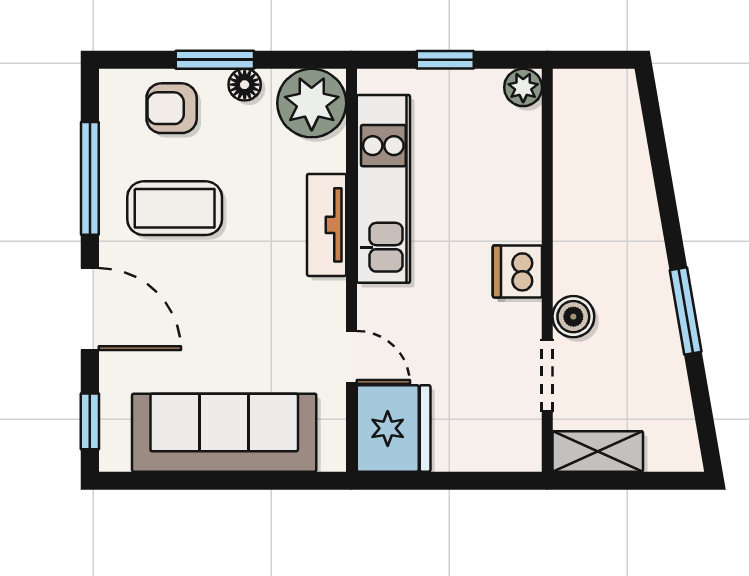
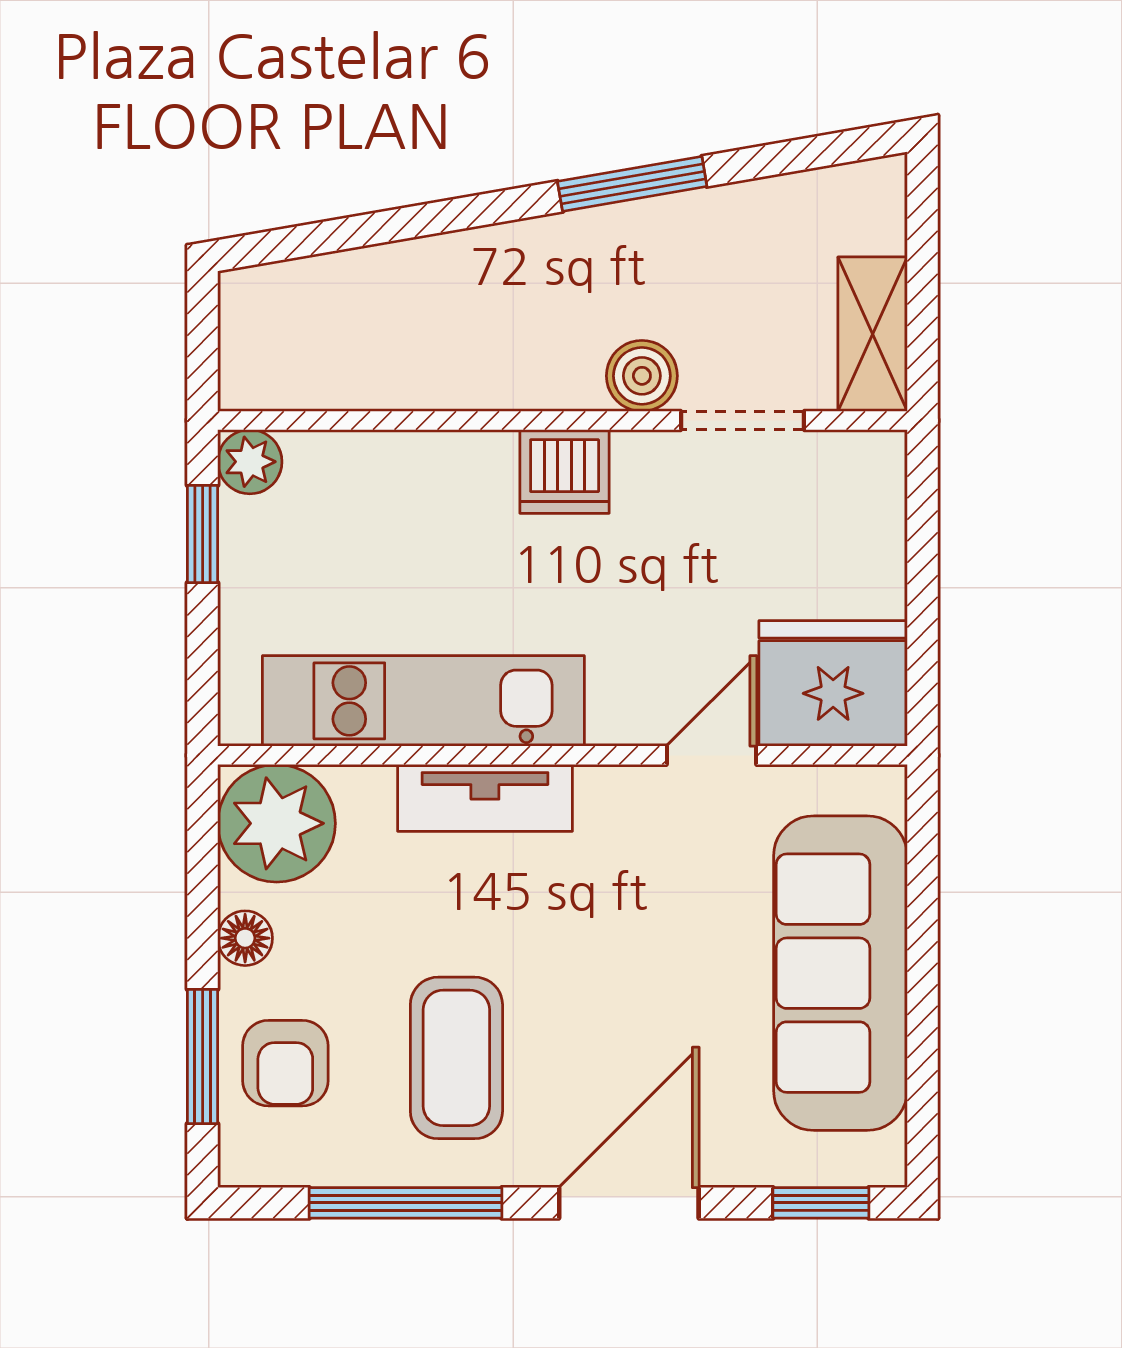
window: (215, 60) -> (203, 1056), moved
window: (445, 60) -> (203, 534), moved

